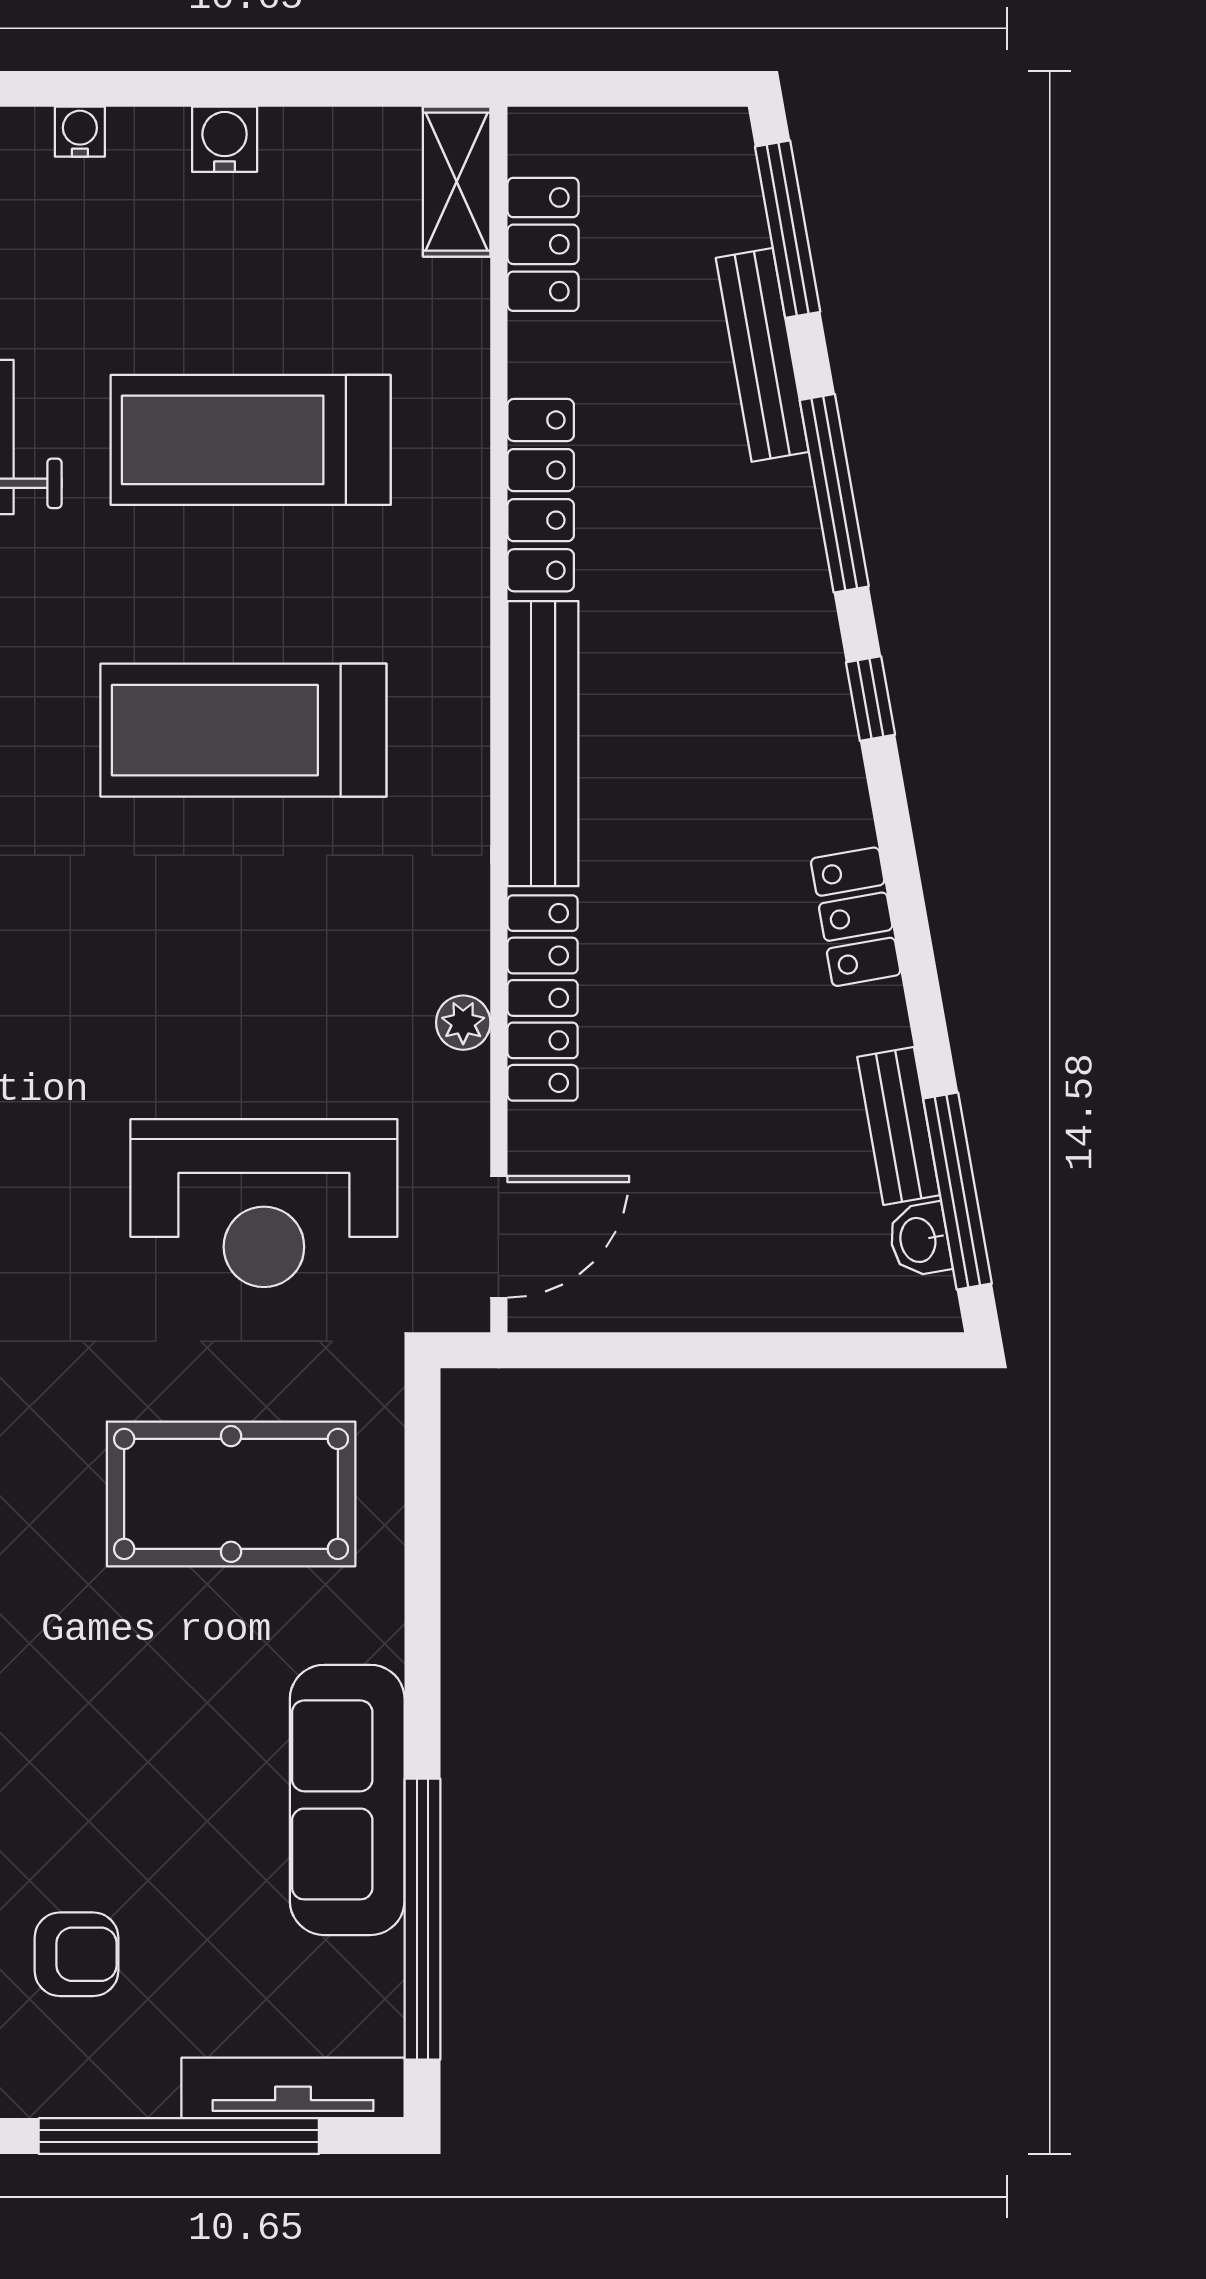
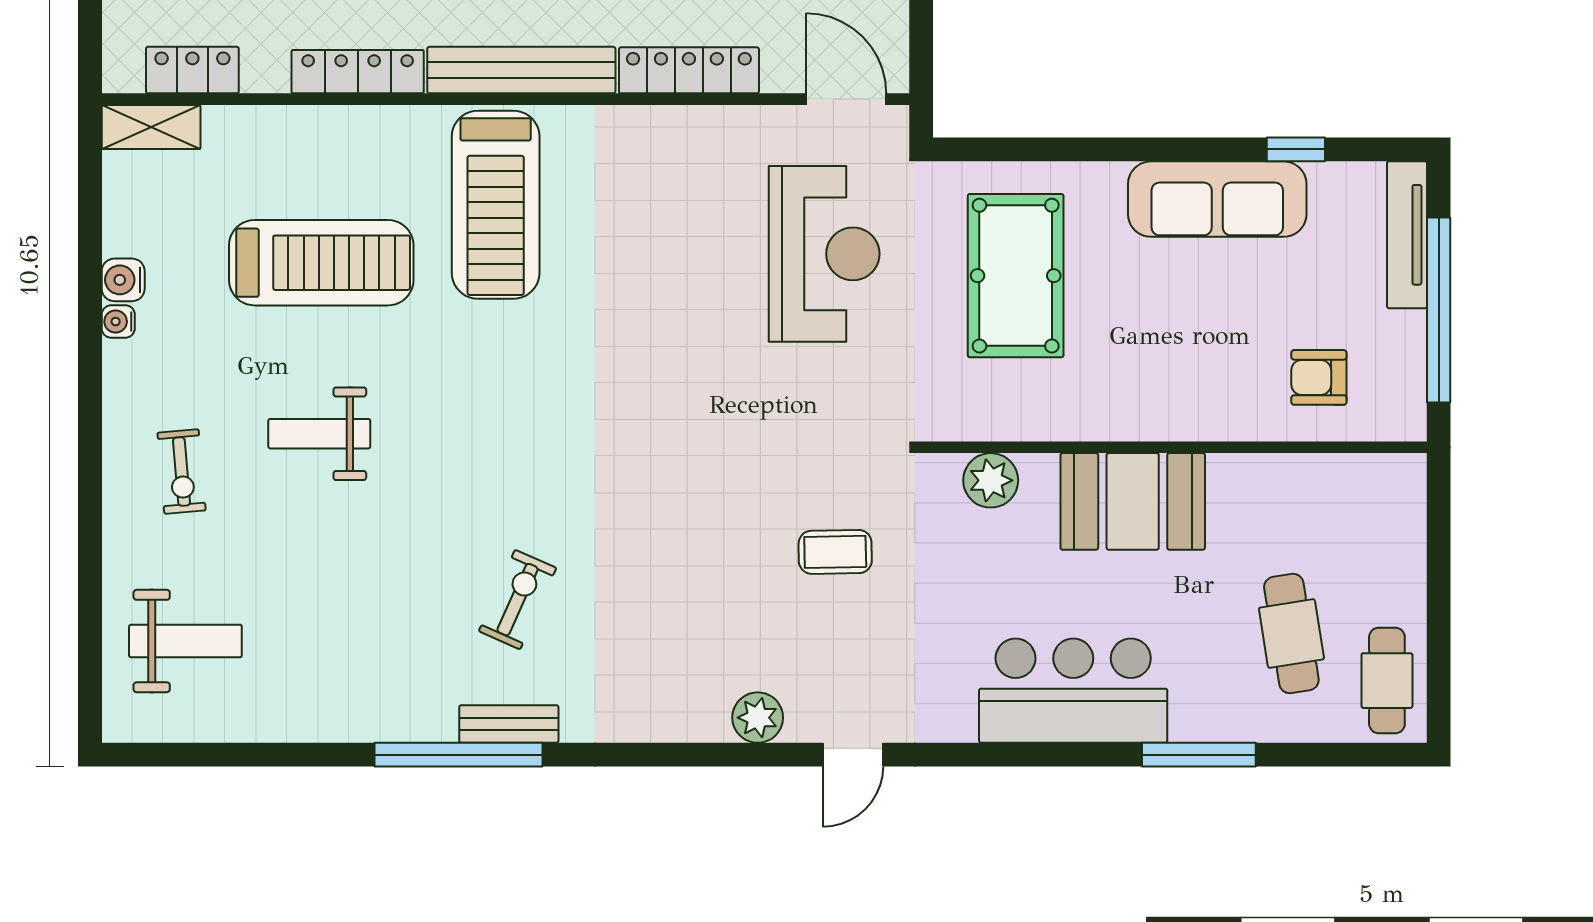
water cooler: (80, 132) -> (118, 322), moved
treadmill: (251, 440) -> (321, 263), turned -90
treadmill: (243, 730) -> (496, 205), moved
plant: (463, 1023) -> (705, 123), removed
window: (422, 1919) -> (1296, 149), width x0.32
armchair: (76, 1954) -> (1319, 377), turned -90

